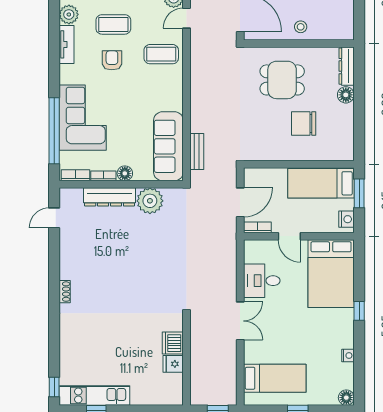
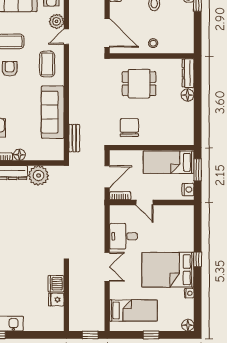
coffee table: (161, 54) -> (47, 64), turned 90
chair: (304, 124) -> (129, 128), moved, turned 90
sofa: (168, 146) -> (53, 112), moved
bed: (331, 274) -> (168, 270), moved, turned 90

